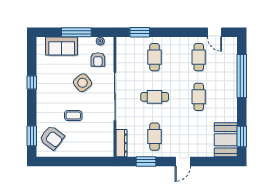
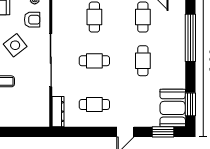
armchair: (98, 60) -> (32, 20), turned -90
cafe table: (155, 137) -> (94, 104), turned 90
window: (146, 161) -> (163, 132), moved

